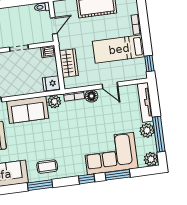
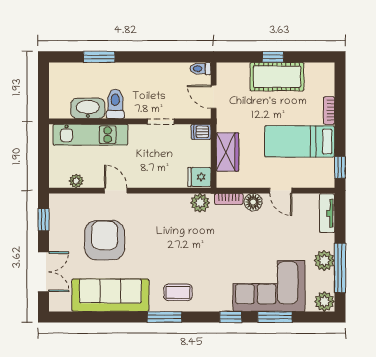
door: (54, 26) -> (214, 97), swing flipped
tv unit: (145, 102) -> (327, 213), width x0.71
sofa: (28, 110) -> (161, 209), removed

